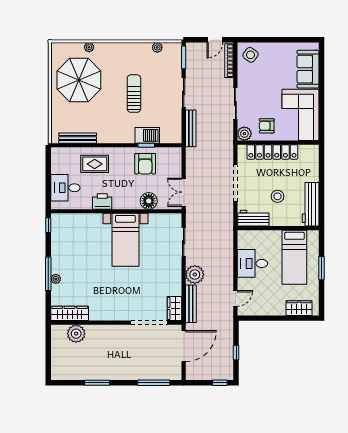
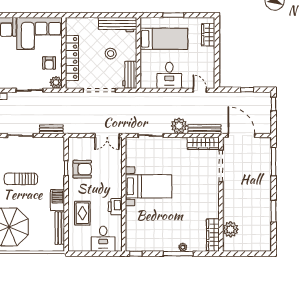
bench: (191, 128) -> (51, 129), width x0.73
barbecue: (147, 135) -> (57, 200), moved
floor lamp: (149, 201) -> (115, 166), removed
wardrobe: (175, 308) -> (203, 143), width x1.50

